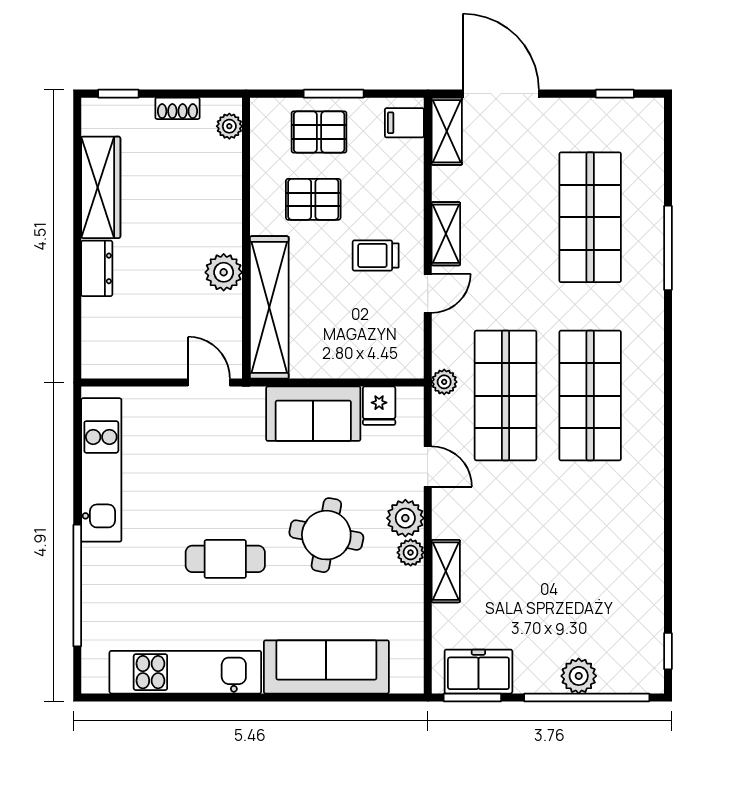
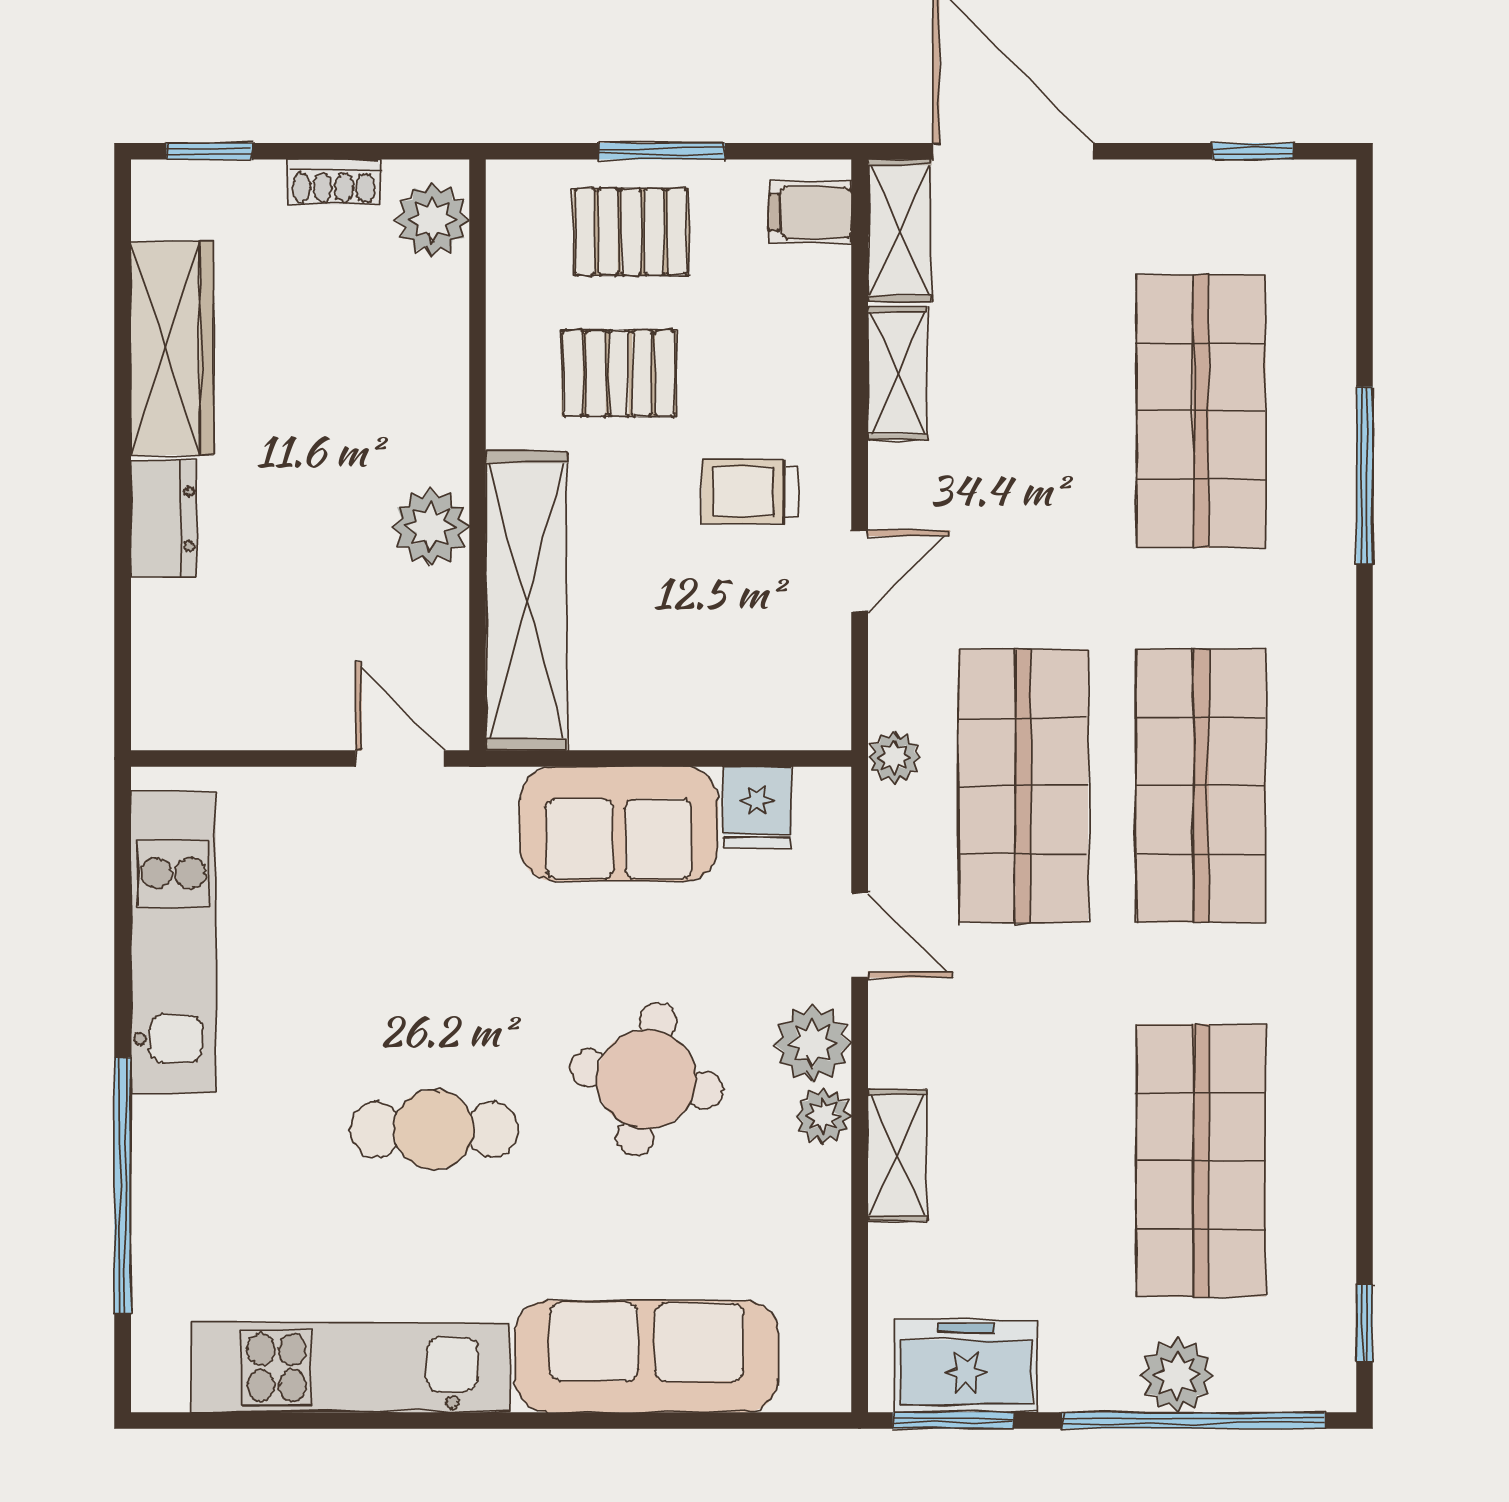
plant: (229, 126) -> (432, 220), width x1.38, depth x1.38
shelving: (446, 234) -> (898, 373), moved
shop shelf: (590, 574) -> (1201, 1161), added

